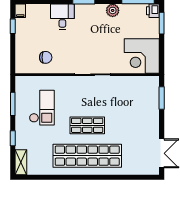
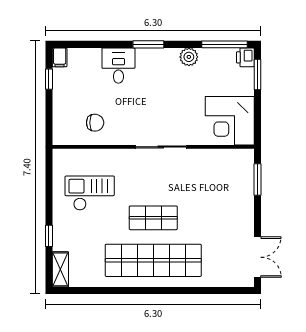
window: (13, 104) -> (49, 188), removed
checkout: (42, 108) -> (90, 193), turned -90

